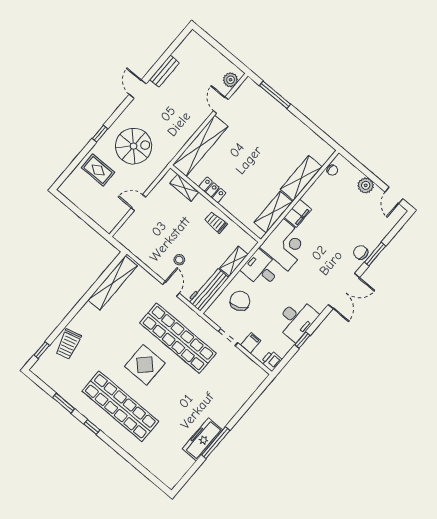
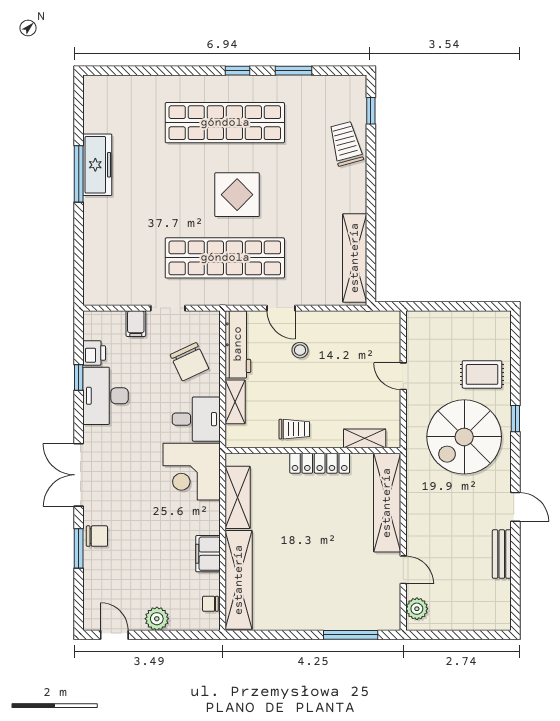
spiral stairs: (134, 146) -> (464, 437), width x1.37, depth x1.37
shelving: (301, 178) -> (239, 580), width x1.47
locker: (212, 190) -> (320, 463), width x1.53
door: (138, 203) -> (403, 376), swing flipped
filing cabinet: (298, 213) -> (208, 554), moved
printer: (271, 361) -> (94, 353), moved

